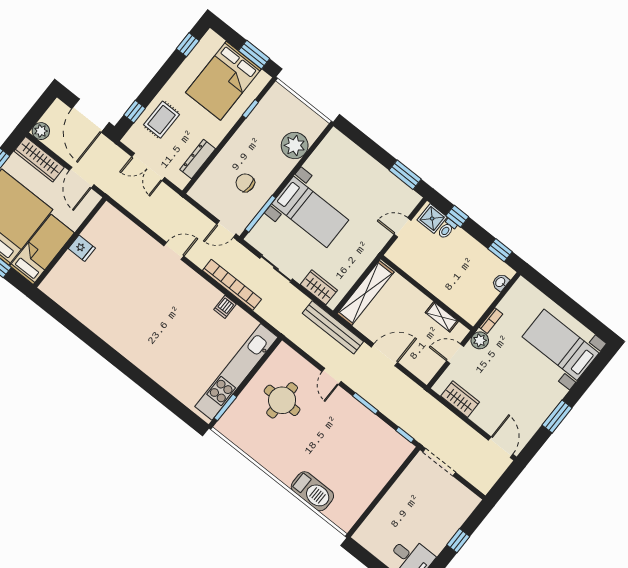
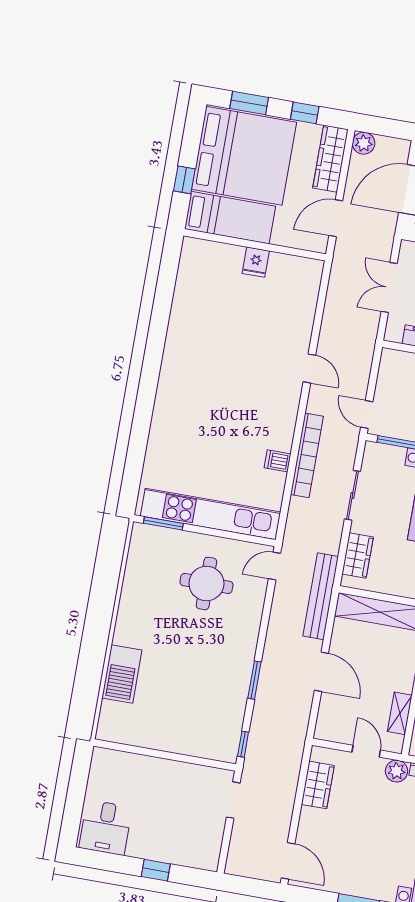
door: (332, 376) -> (275, 566), moved
door: (501, 447) -> (288, 861), hinge flipped
doorway: (439, 462) -> (233, 800), width x0.73

